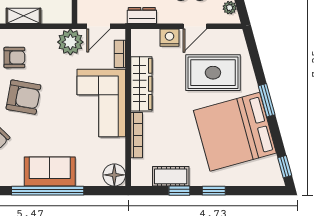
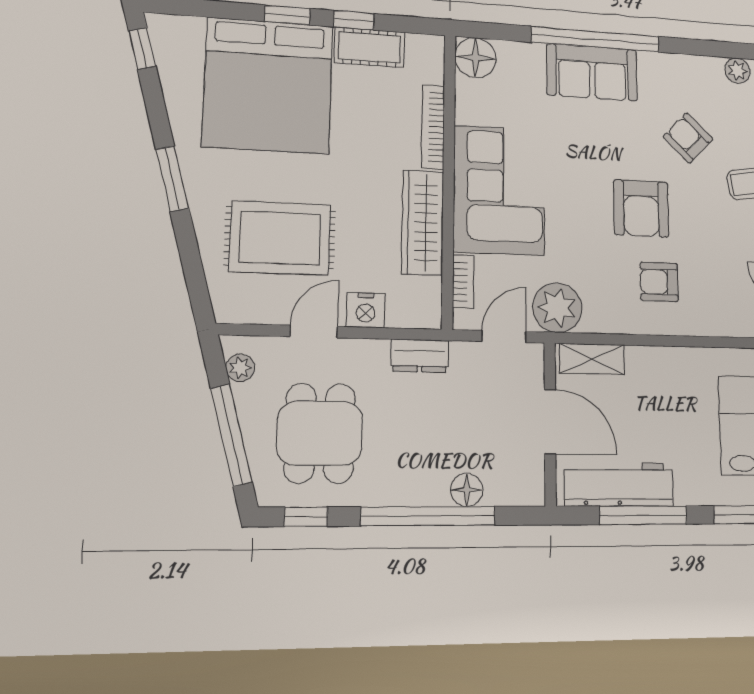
shelving: (24, 16) -> (592, 359), moved
armchair: (23, 97) -> (641, 208), turned -100
bed: (235, 132) -> (268, 86), moved, turned 105

